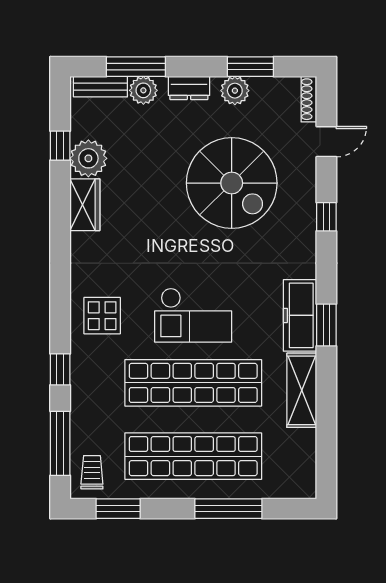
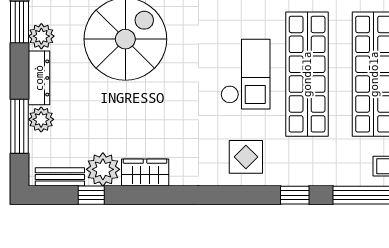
bench: (100, 87) -> (60, 177), moved, turned 90
dresser: (189, 88) -> (39, 78), width x1.44

